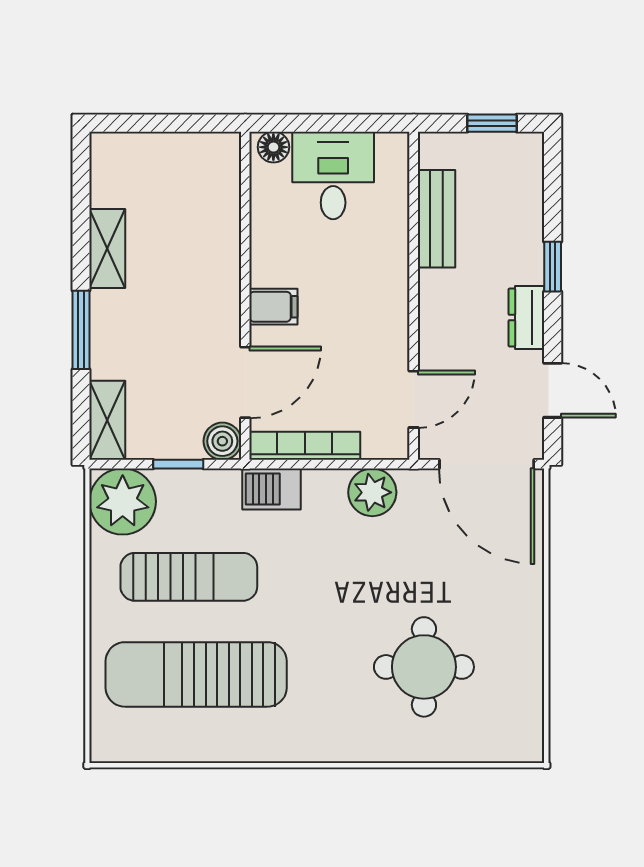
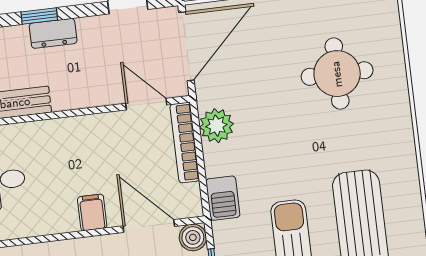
dresser: (526, 318) -> (53, 33), moved
bookcase: (305, 446) -> (185, 143), moved

